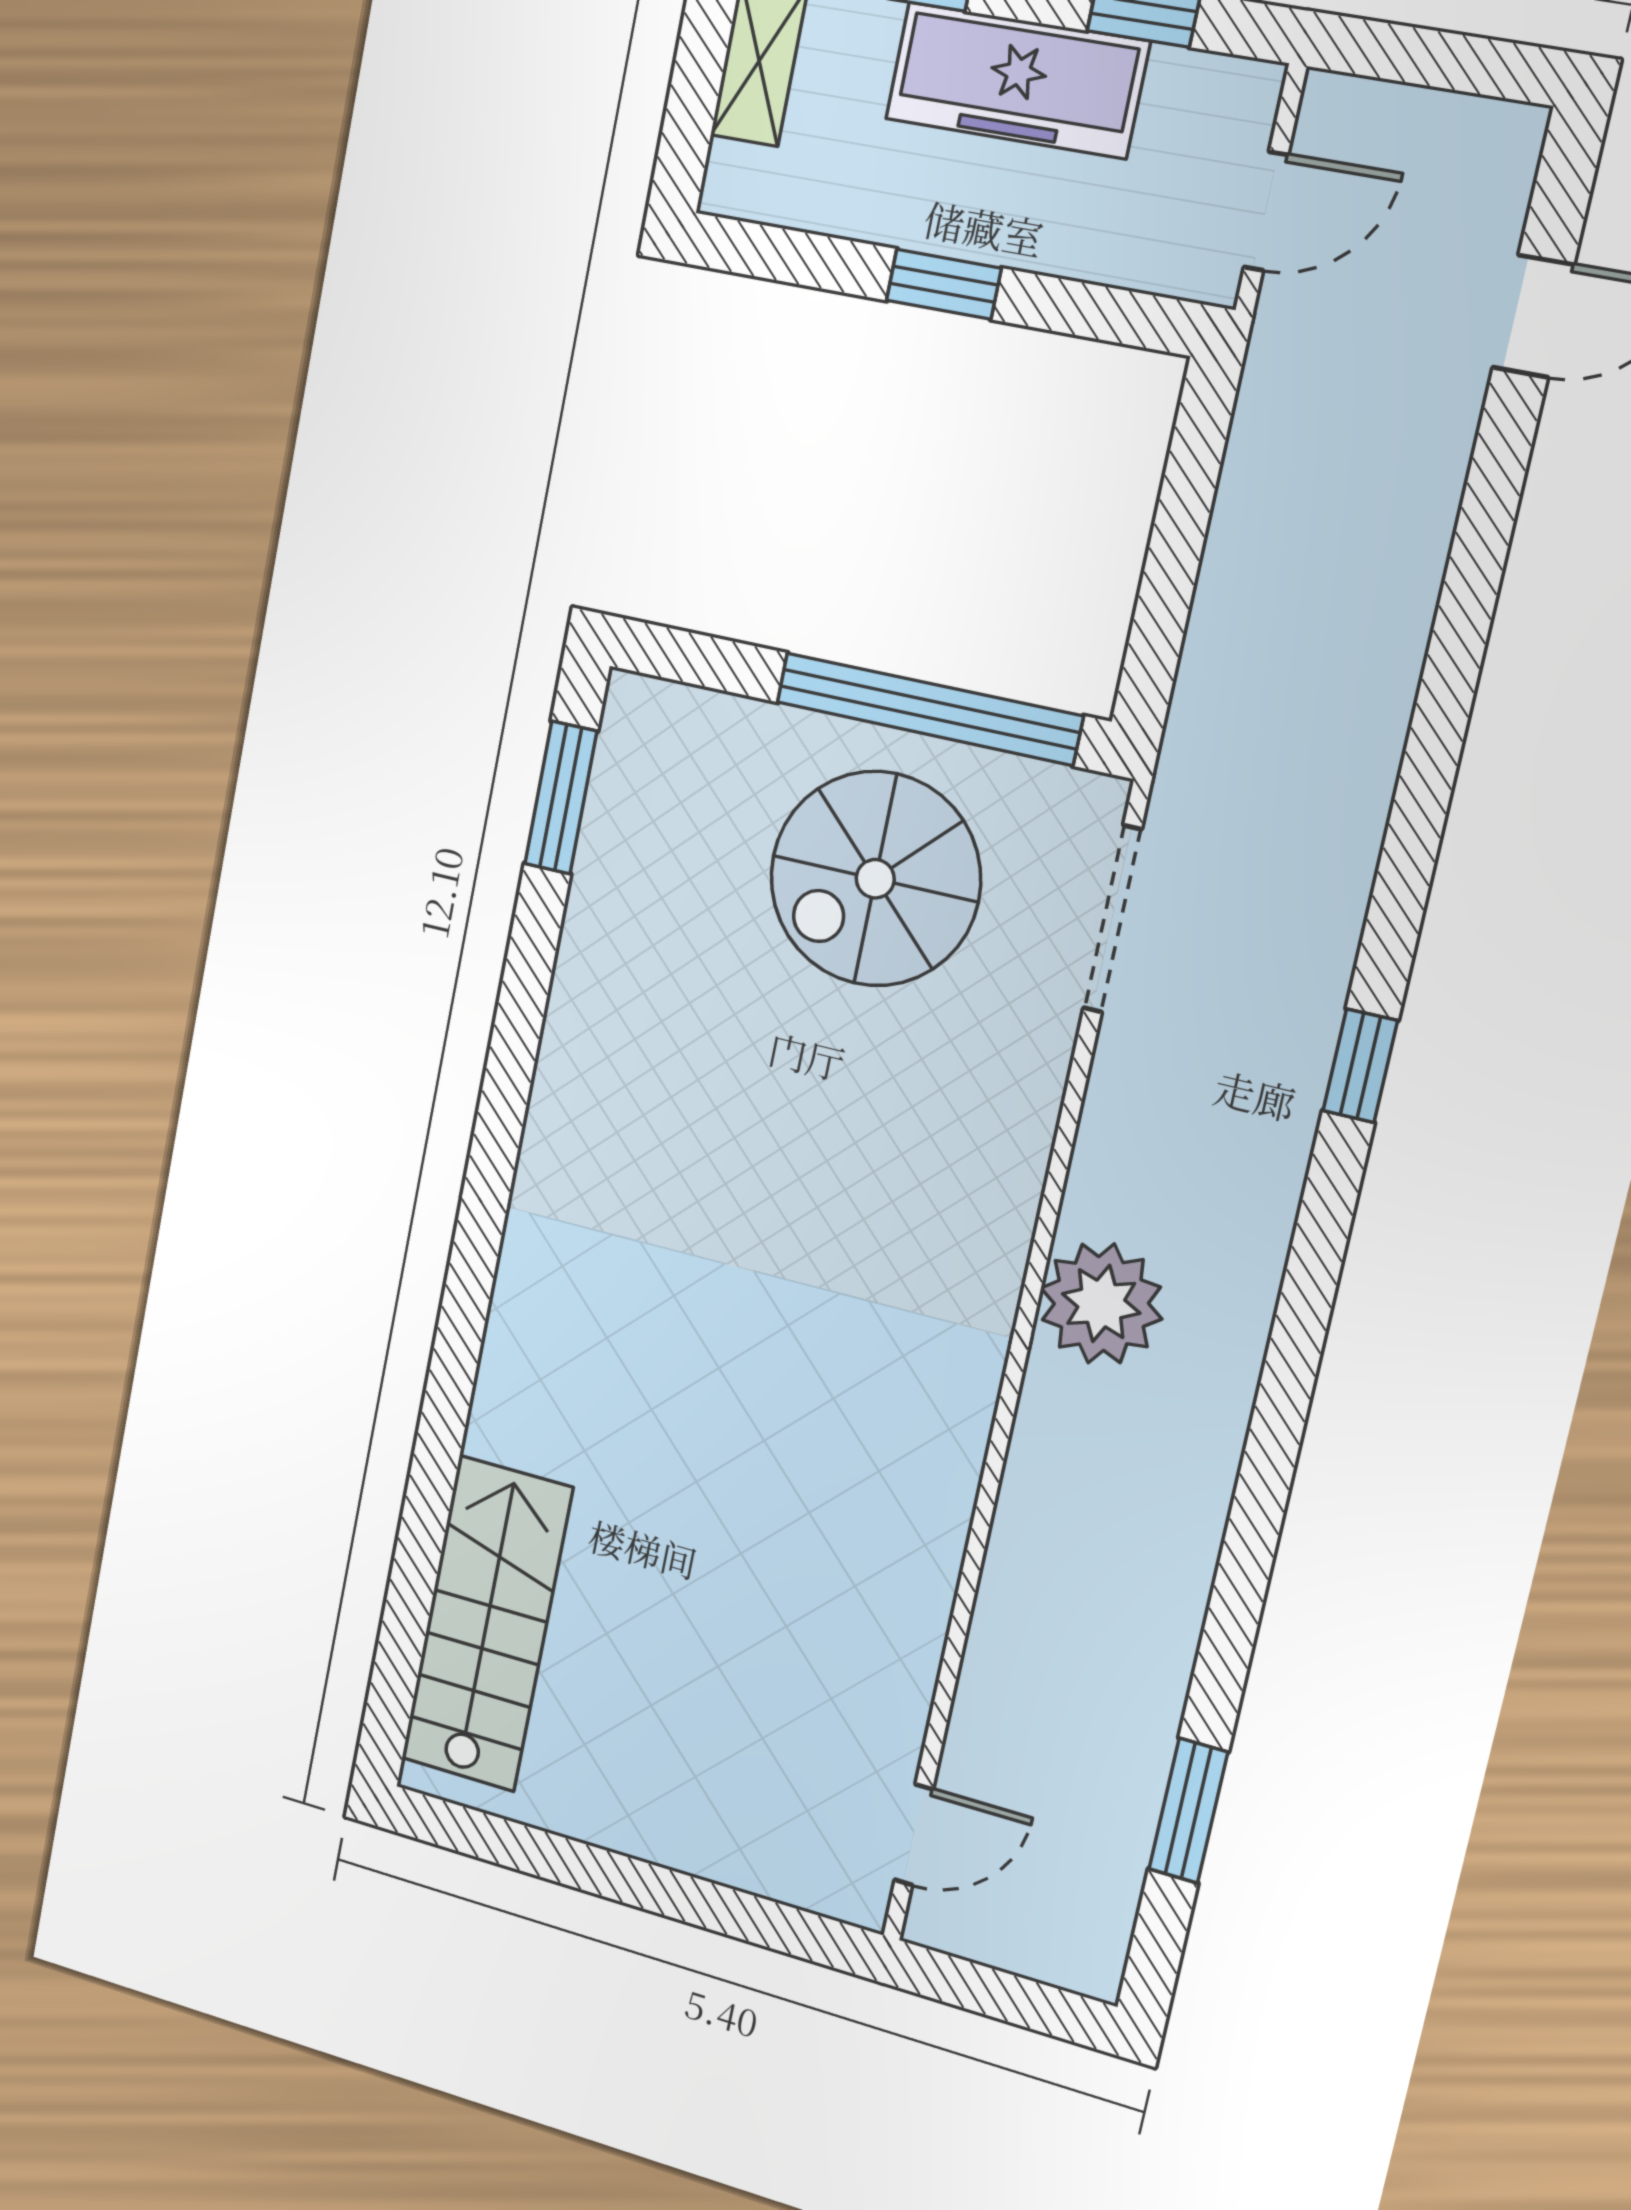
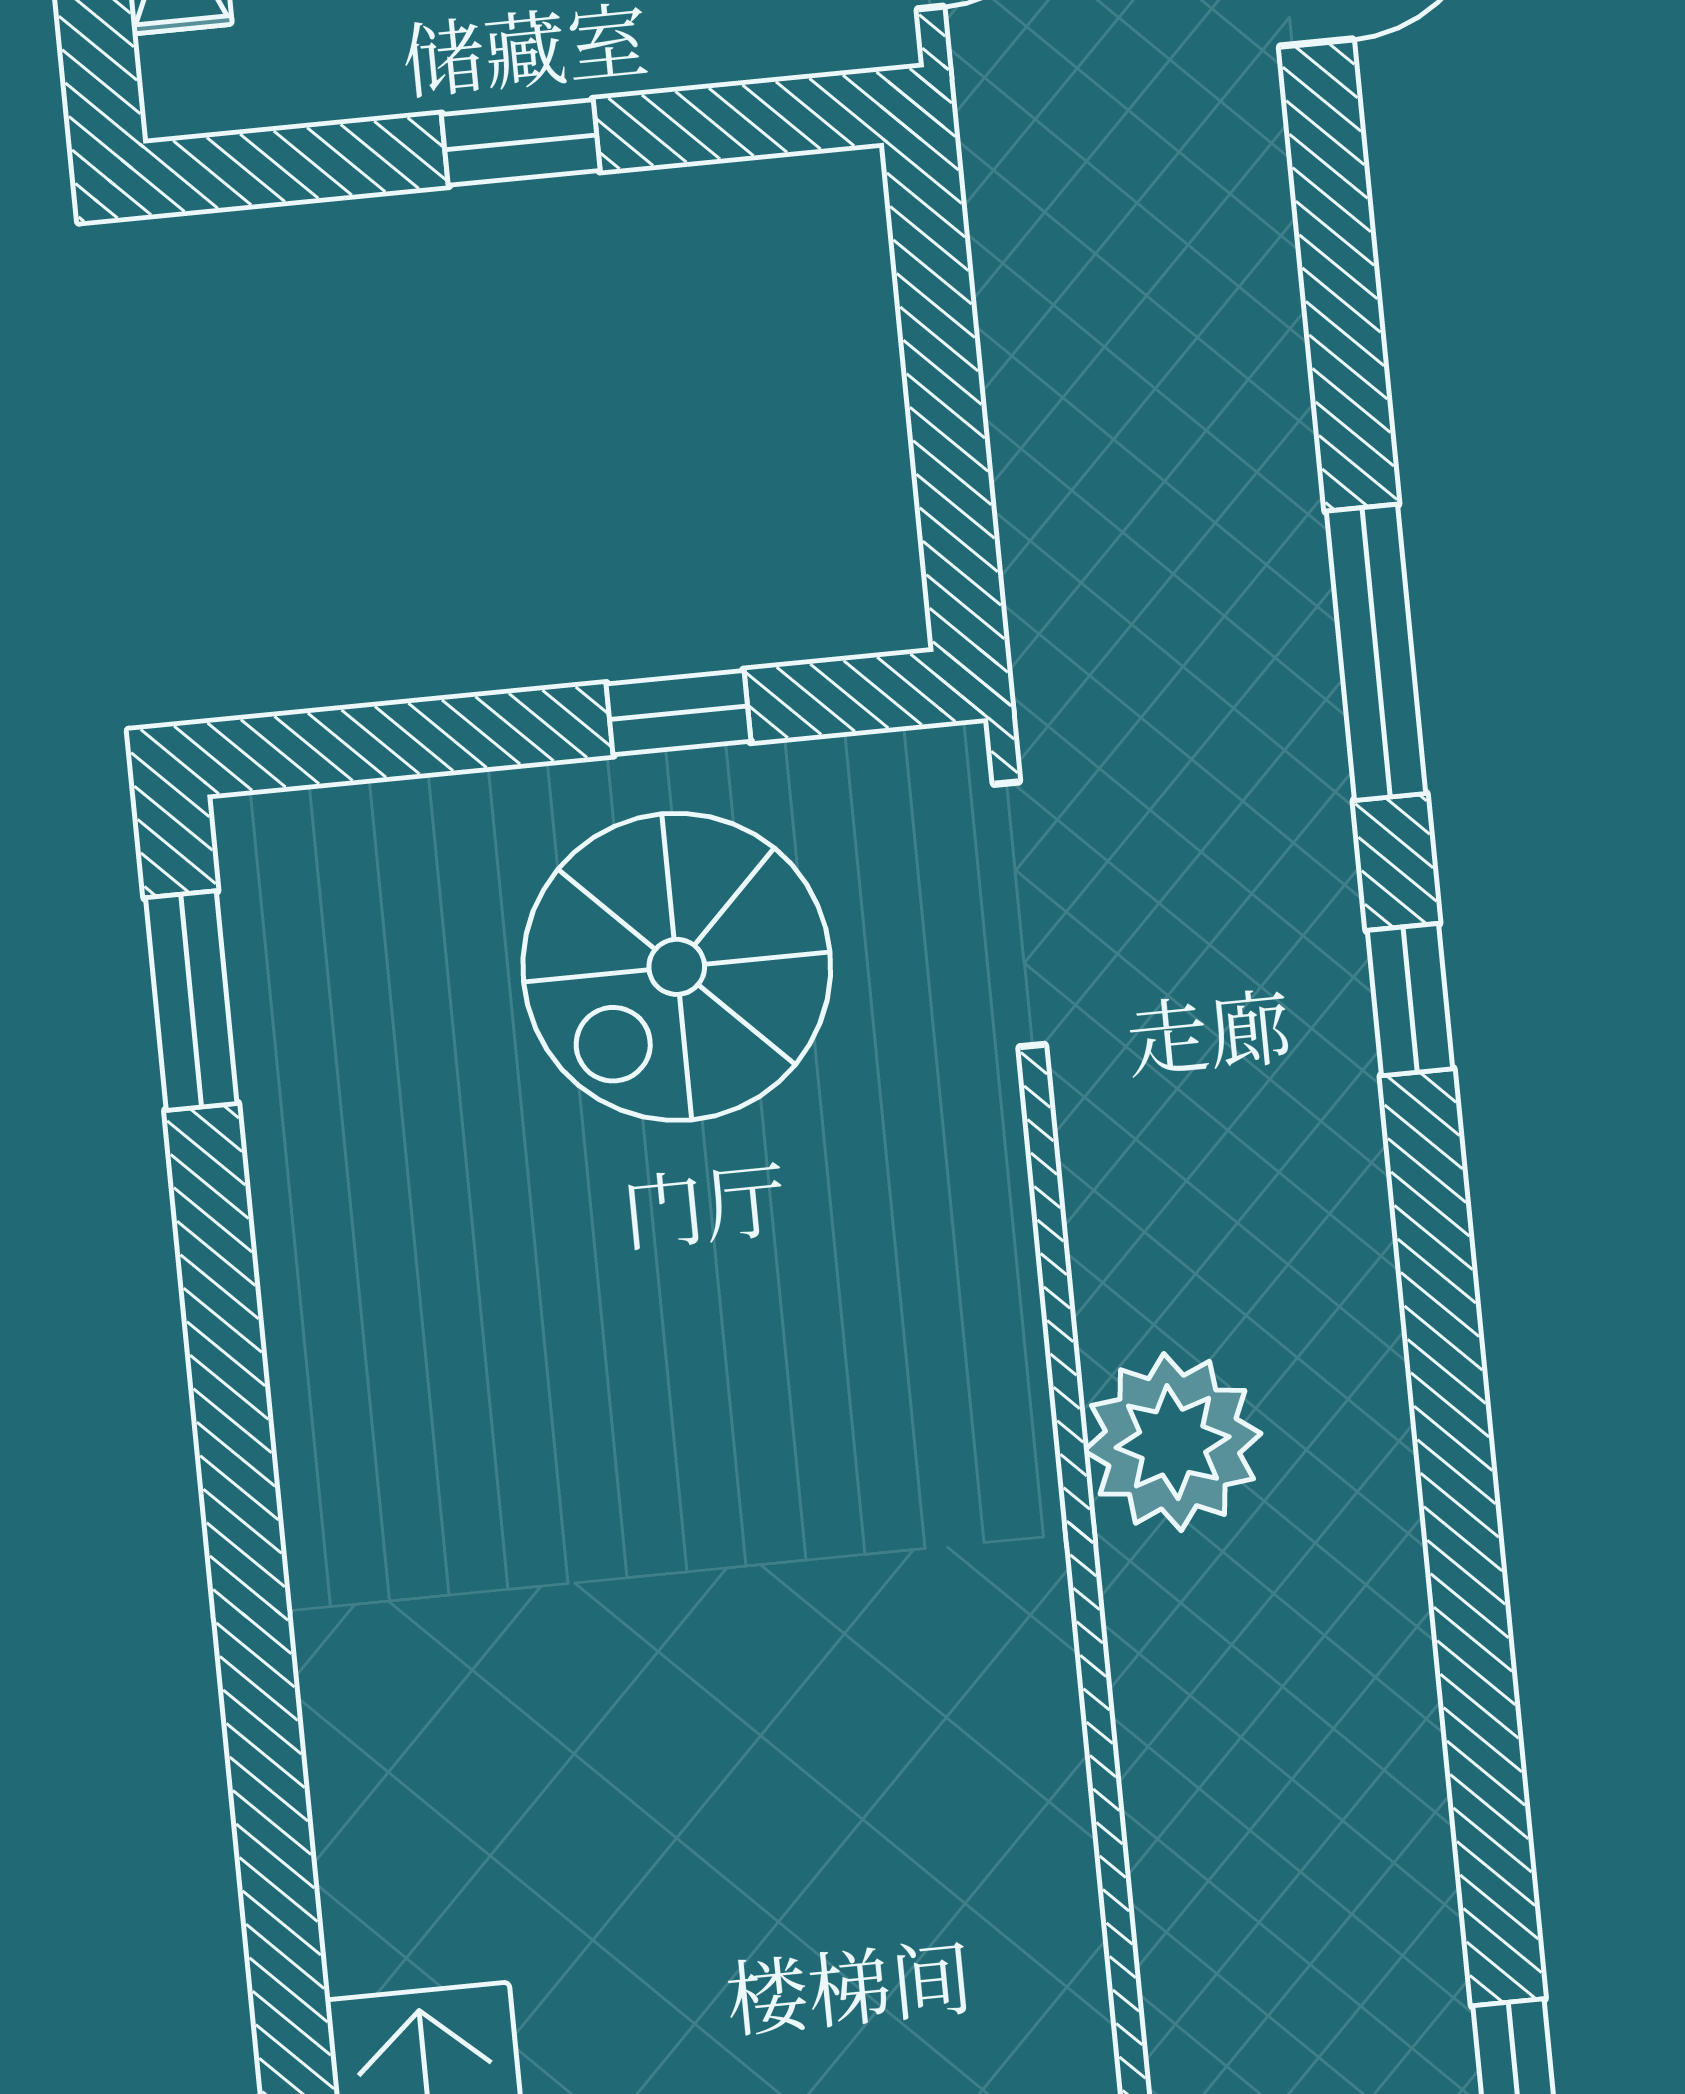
window: (929, 709) -> (679, 713), width x0.32
window: (1417, 820) -> (1376, 652), added

